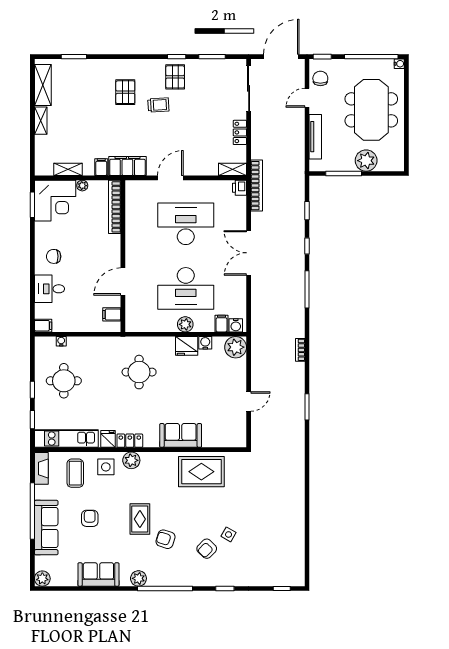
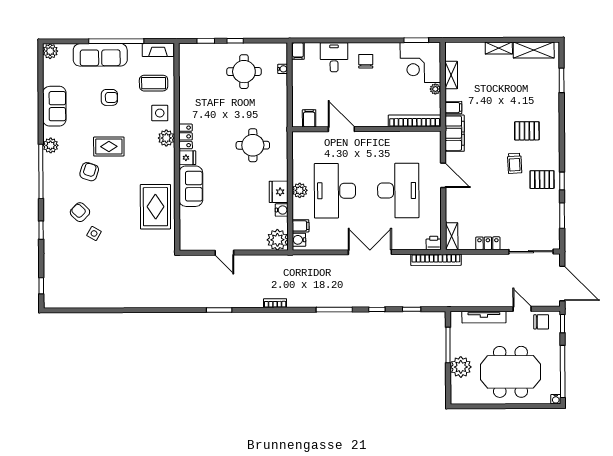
kitchen unit: (66, 439) -> (187, 74), removed
fridge: (108, 439) -> (187, 158), moved

